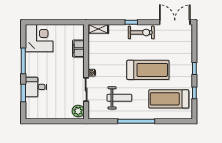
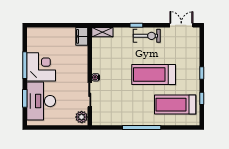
double door: (175, 22) -> (181, 25), width x0.73
corner desk: (39, 38) -> (41, 67), moved
filing cabinet: (78, 49) -> (82, 36), moved
treadmill: (148, 70) -> (154, 75), turned 180
desk: (36, 87) -> (41, 101), width x1.87, depth x1.30
weight bench: (119, 98) -> (124, 103), removed

